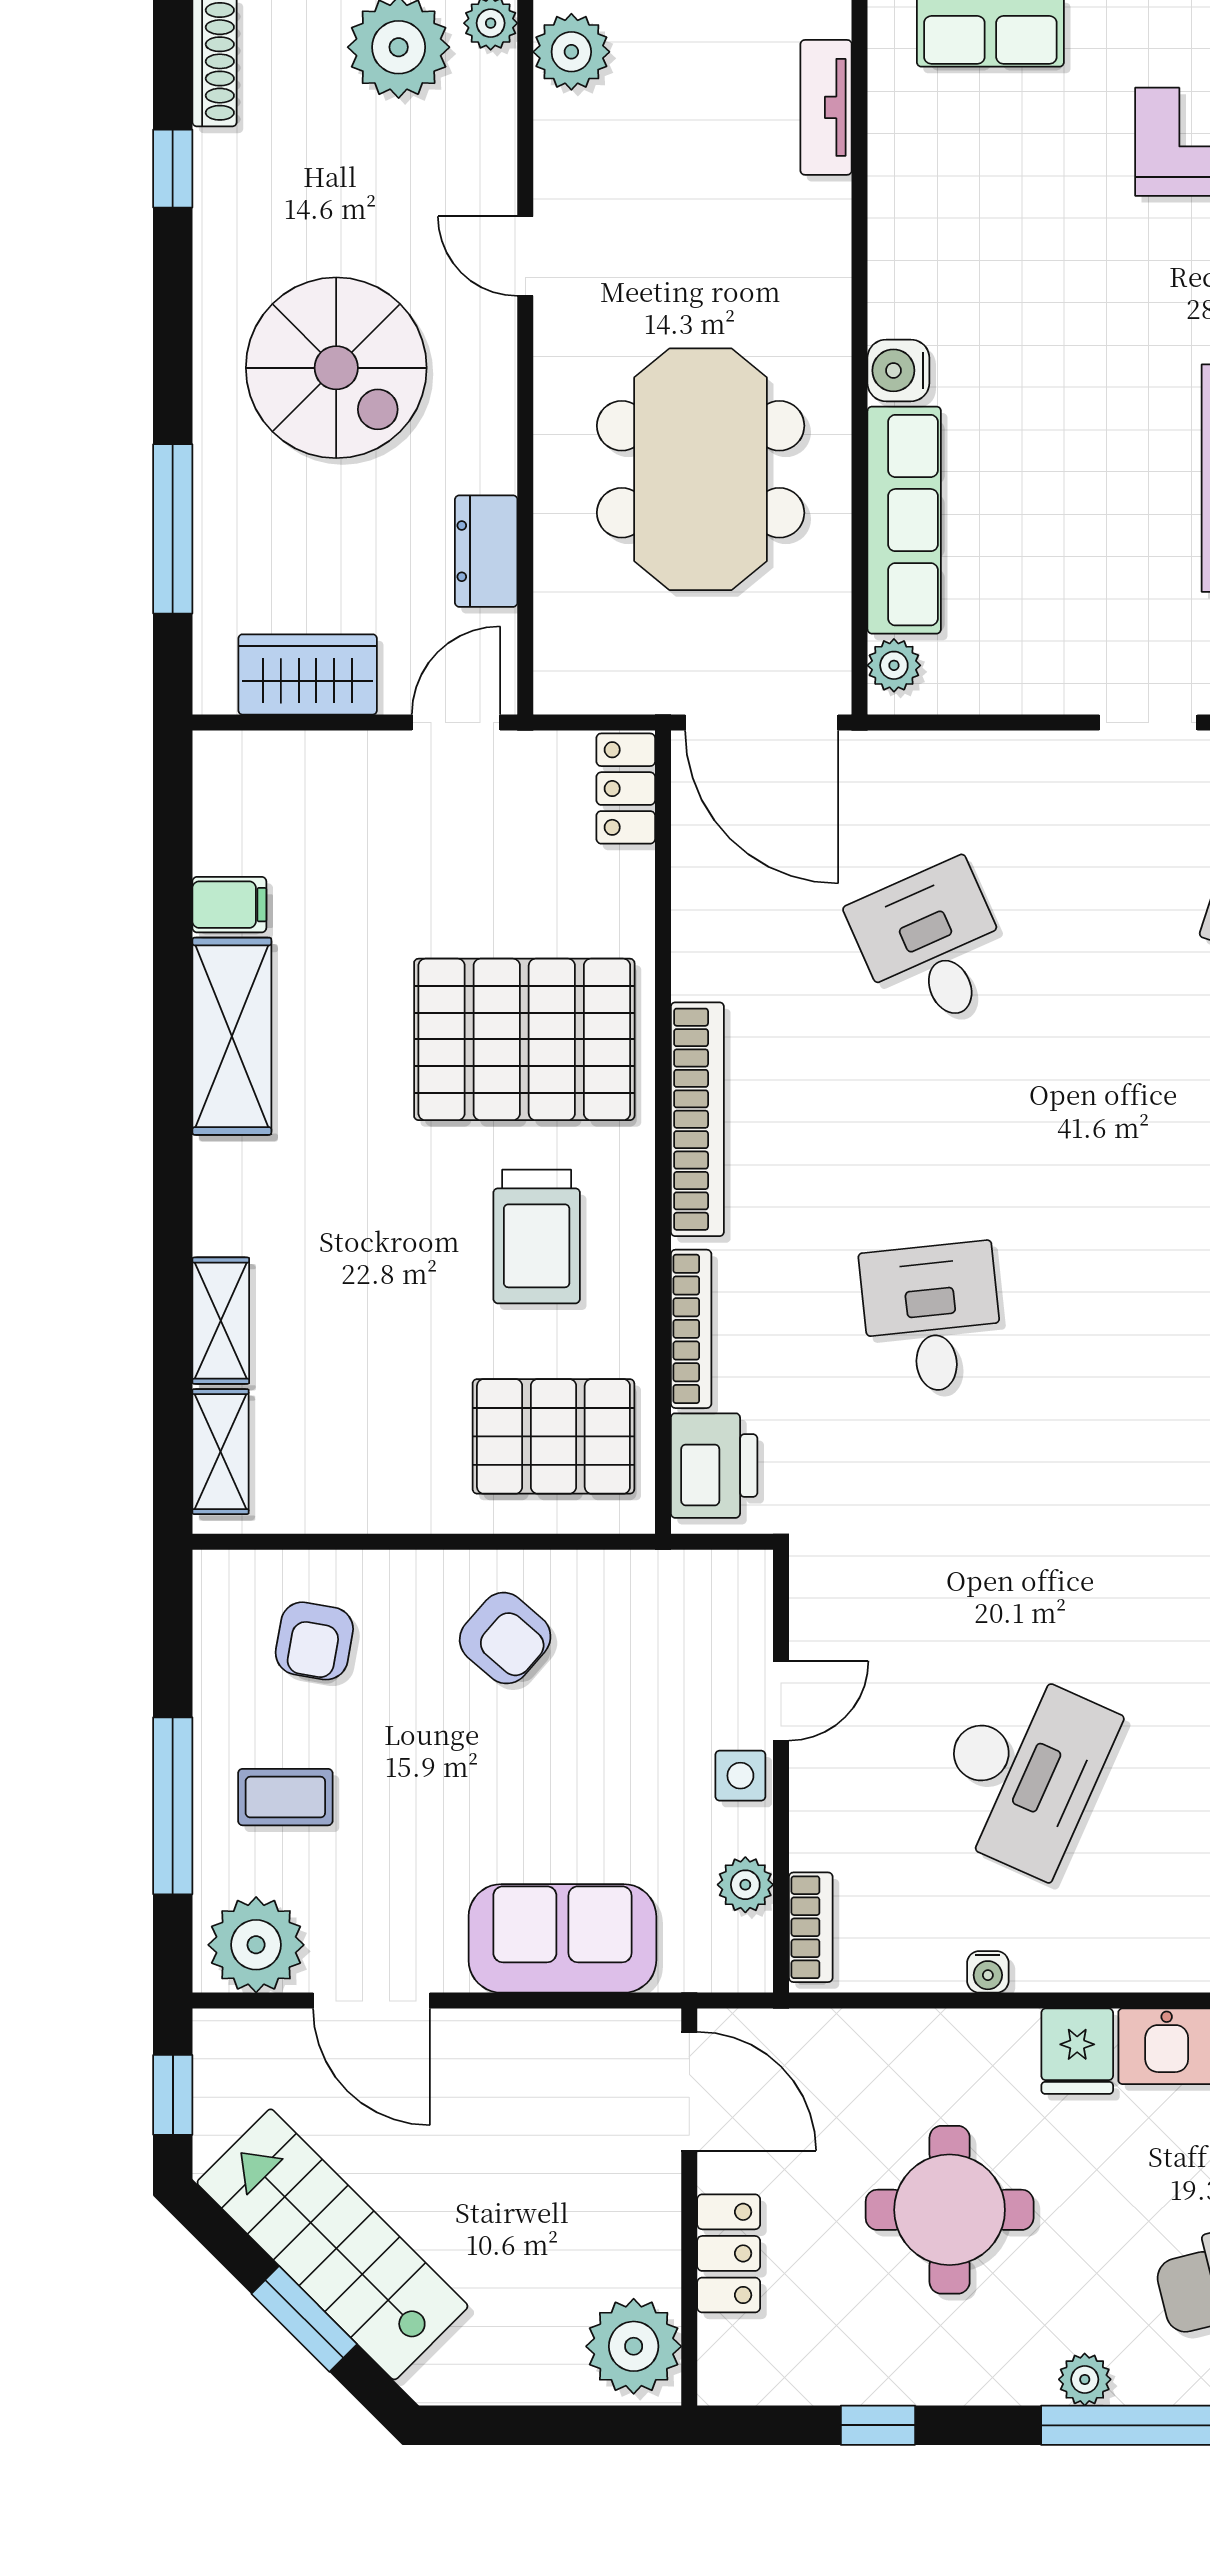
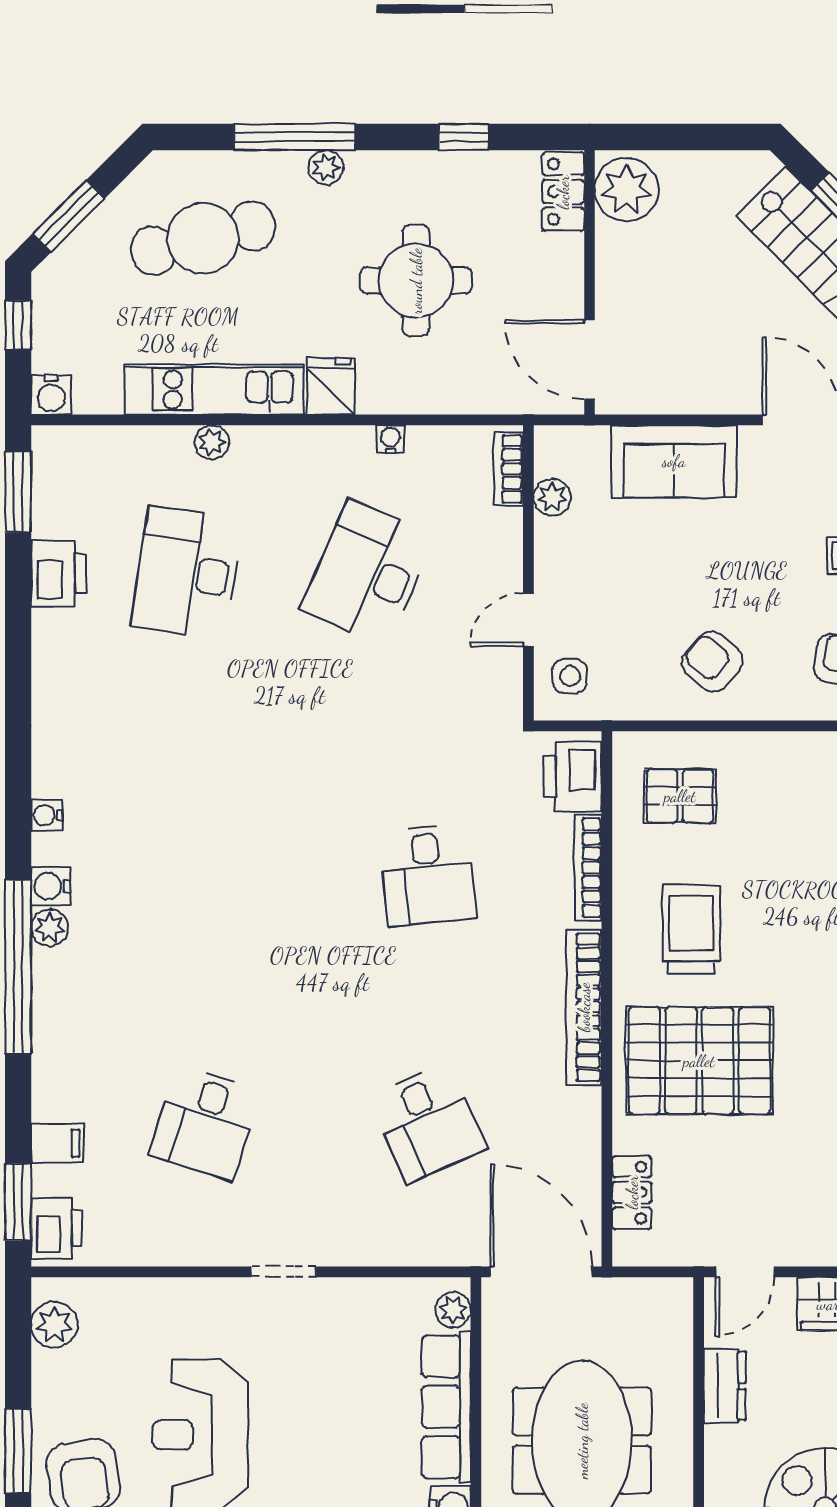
locker: (626, 789) -> (632, 1192), moved
pallet: (553, 1436) -> (680, 796), width x0.67, depth x0.71
side table: (740, 1776) -> (570, 676), moved
locker: (729, 2253) -> (563, 192), moved

